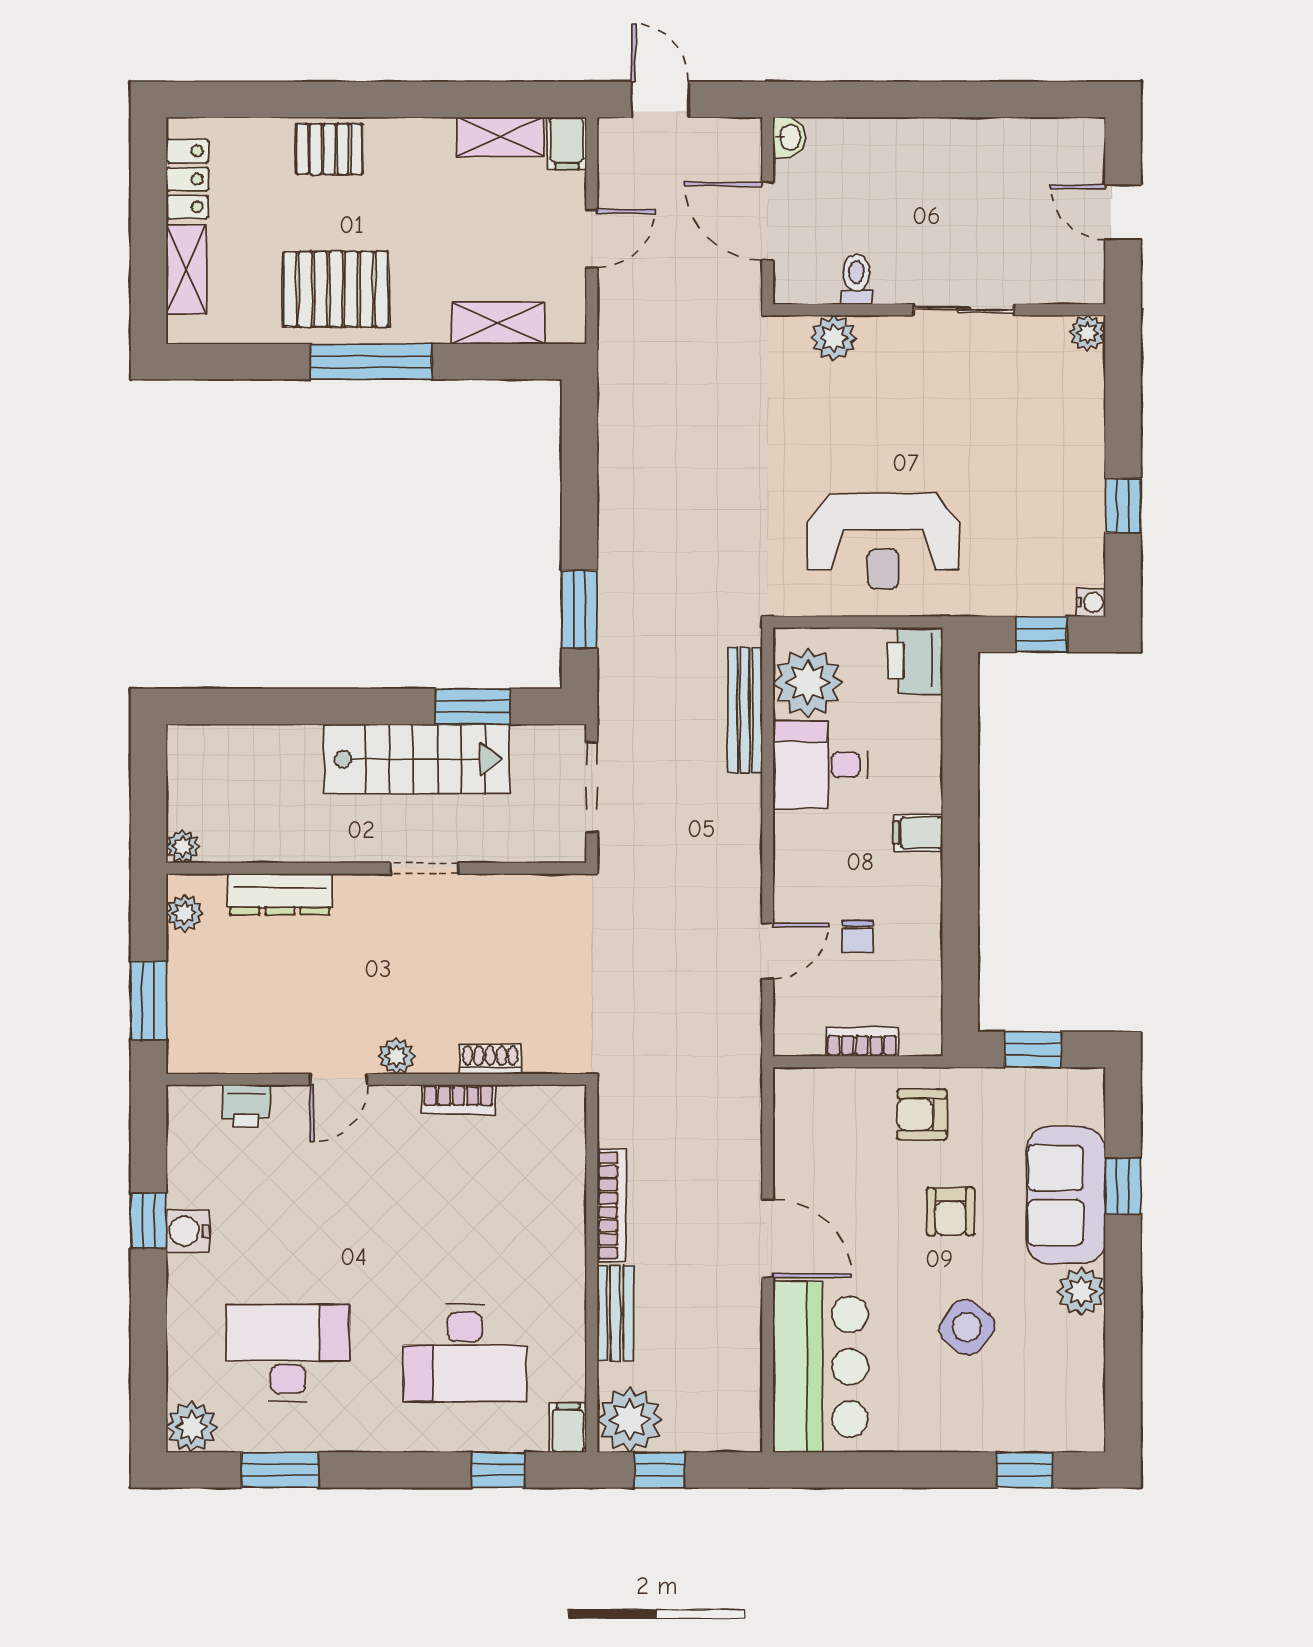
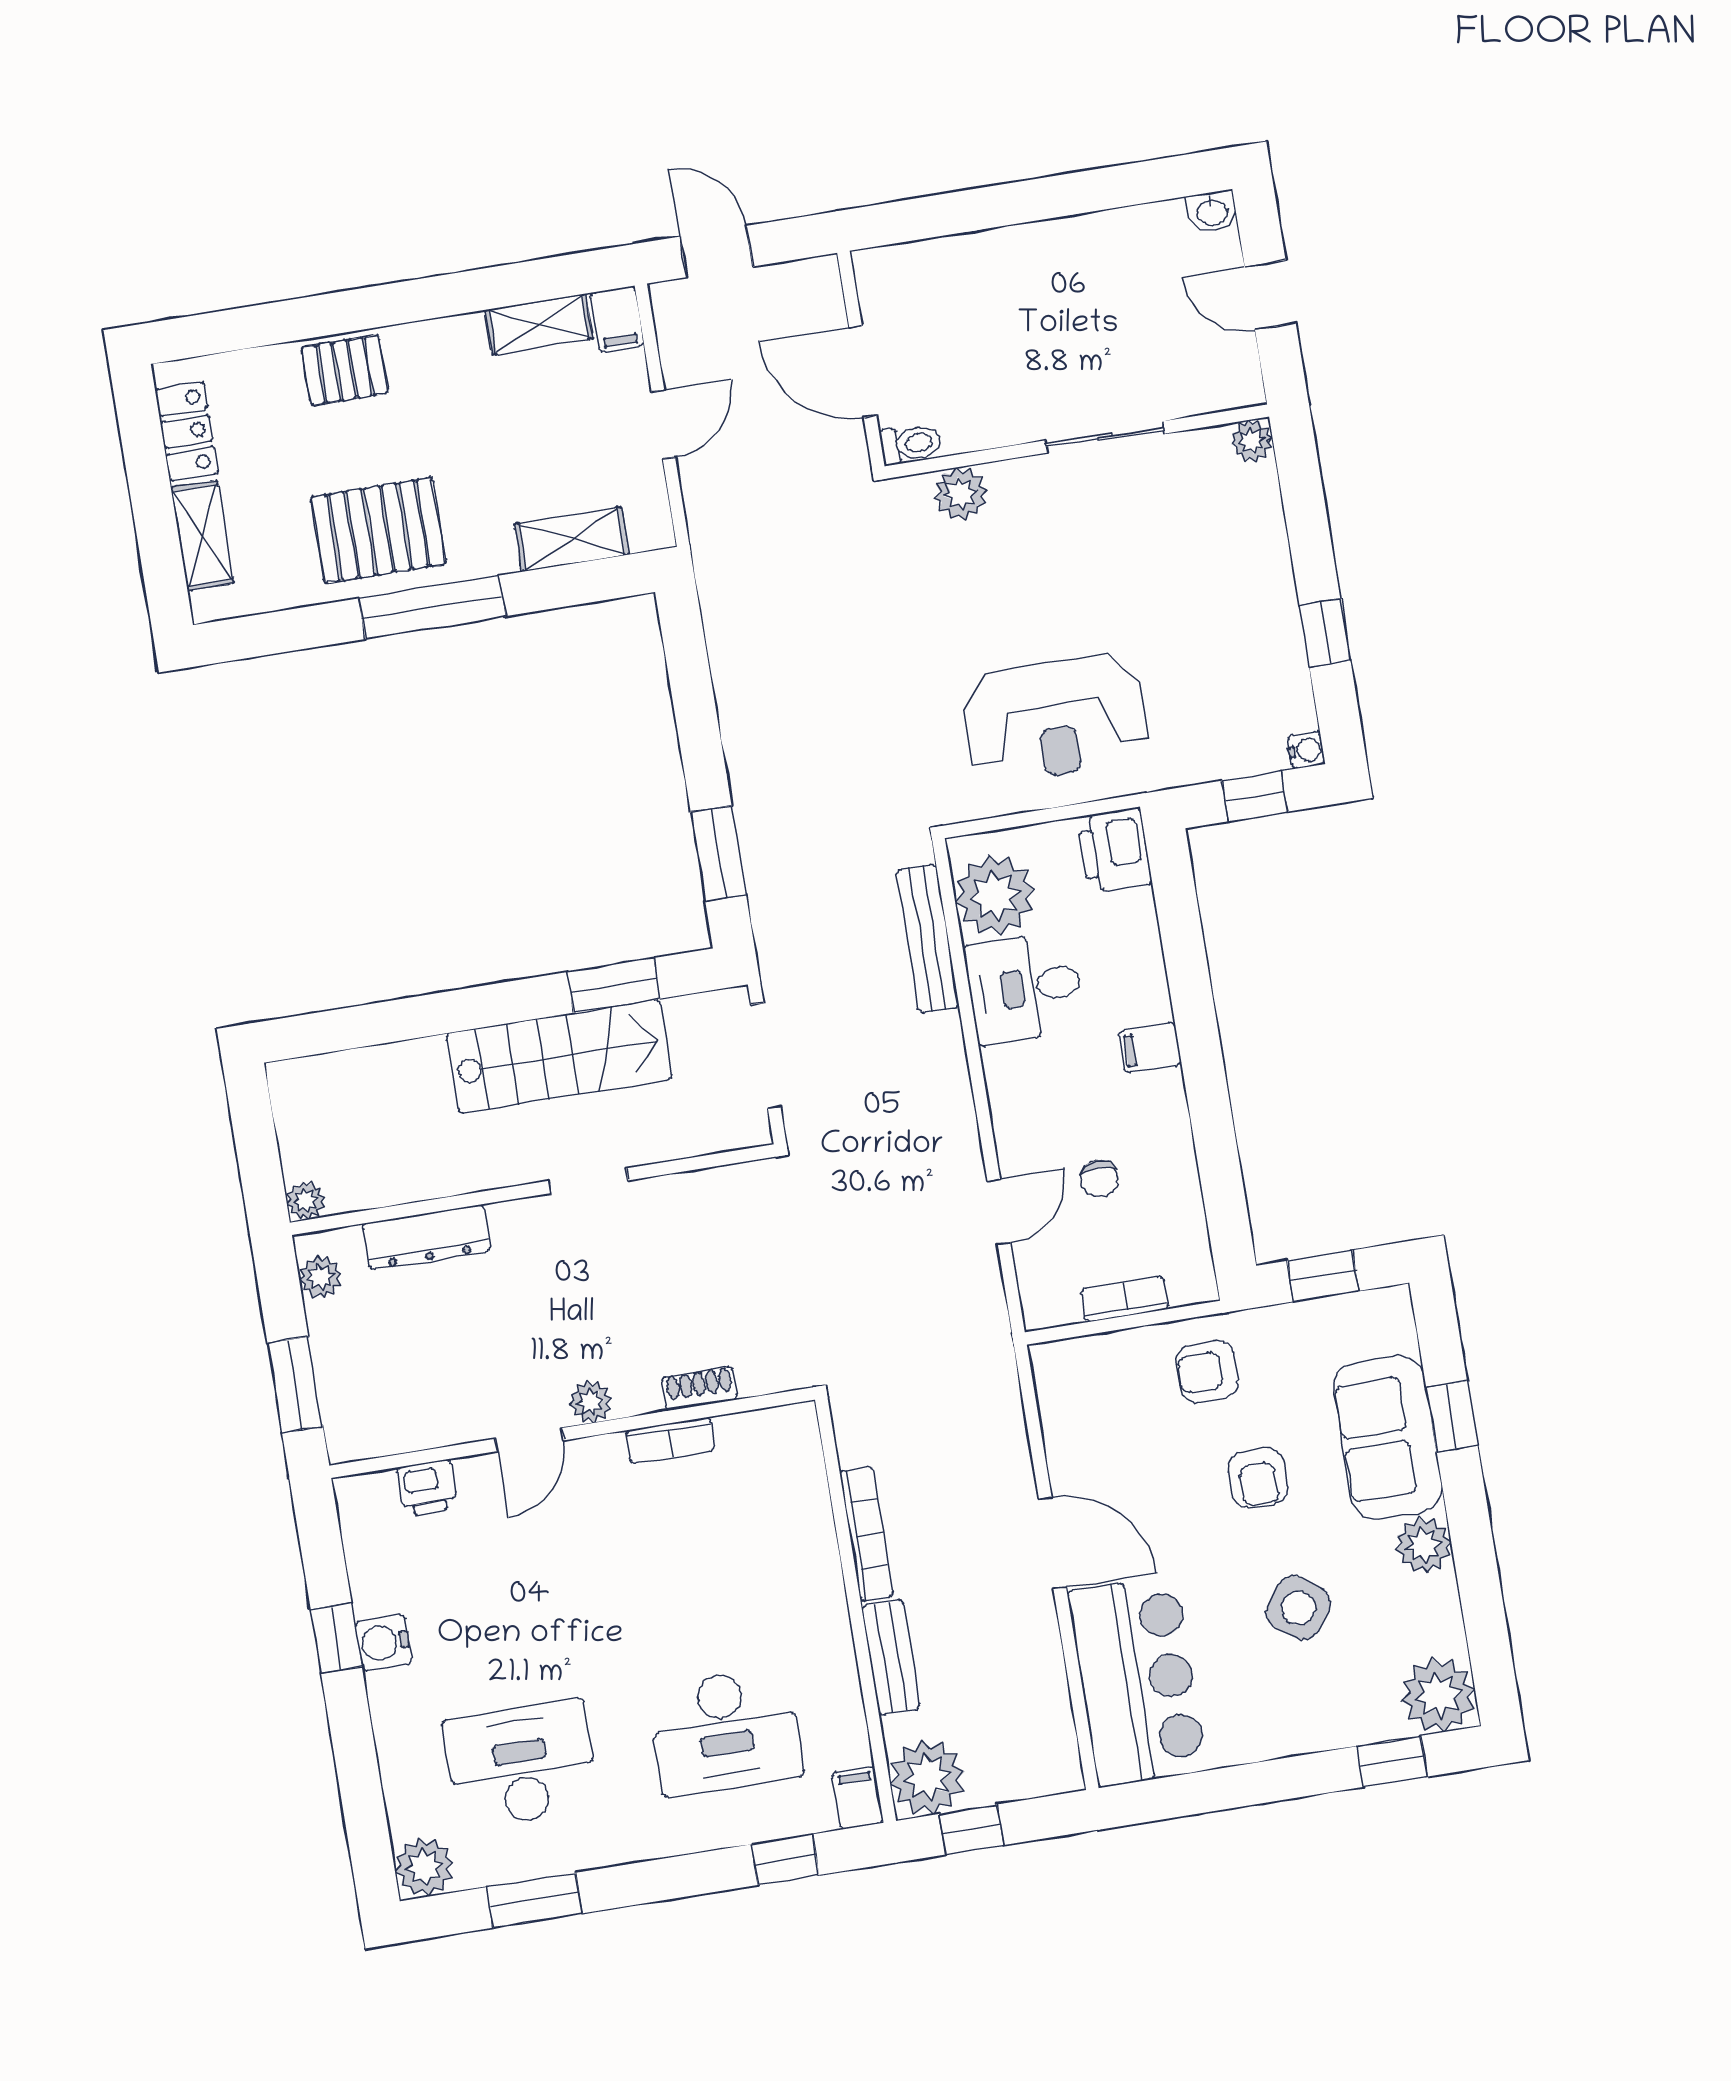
washbasin: (789, 137) -> (1212, 211), moved, turned 90
toilet: (856, 279) -> (911, 444), moved, turned 90
plant: (1073, 1420) -> (1438, 1695), added

